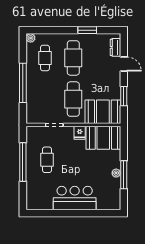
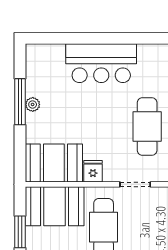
cafe table: (47, 160) -> (147, 127), width x1.37, depth x1.35

